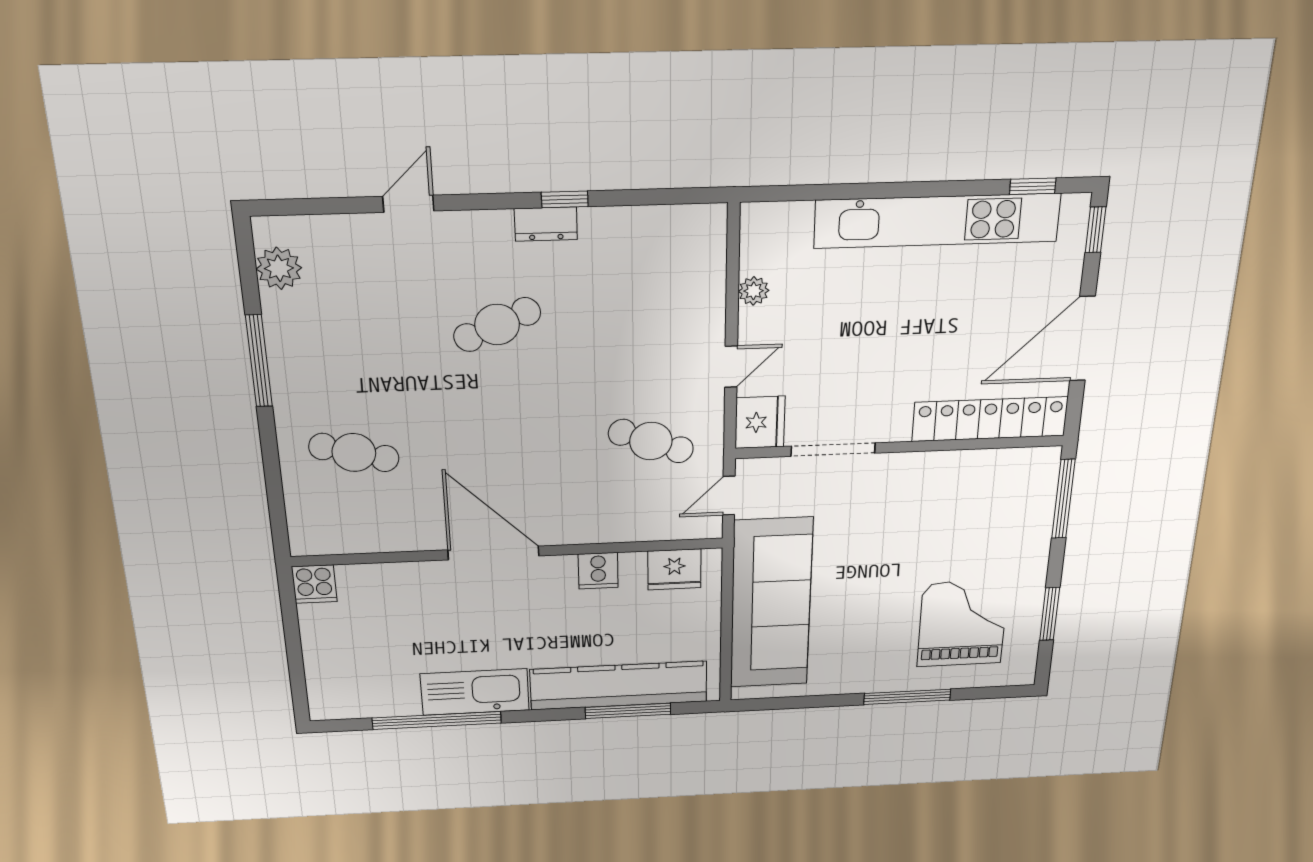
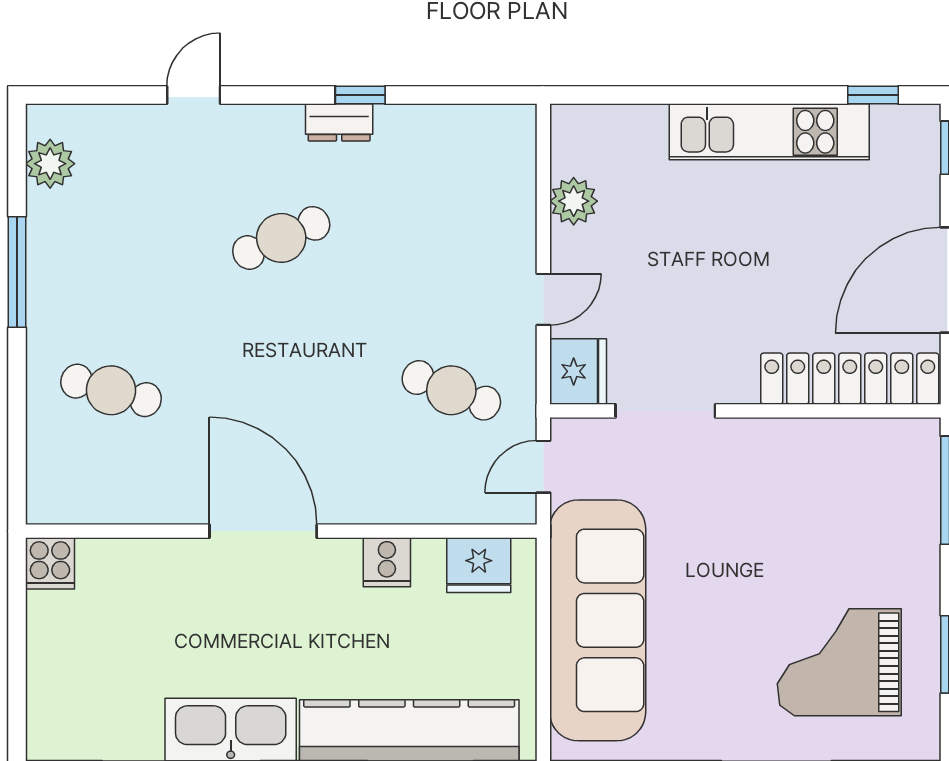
kitchen unit: (937, 221) -> (769, 132), width x0.73
plant: (754, 291) -> (574, 201), width x1.38, depth x1.38
grand piano: (962, 623) -> (839, 662), turned -90

